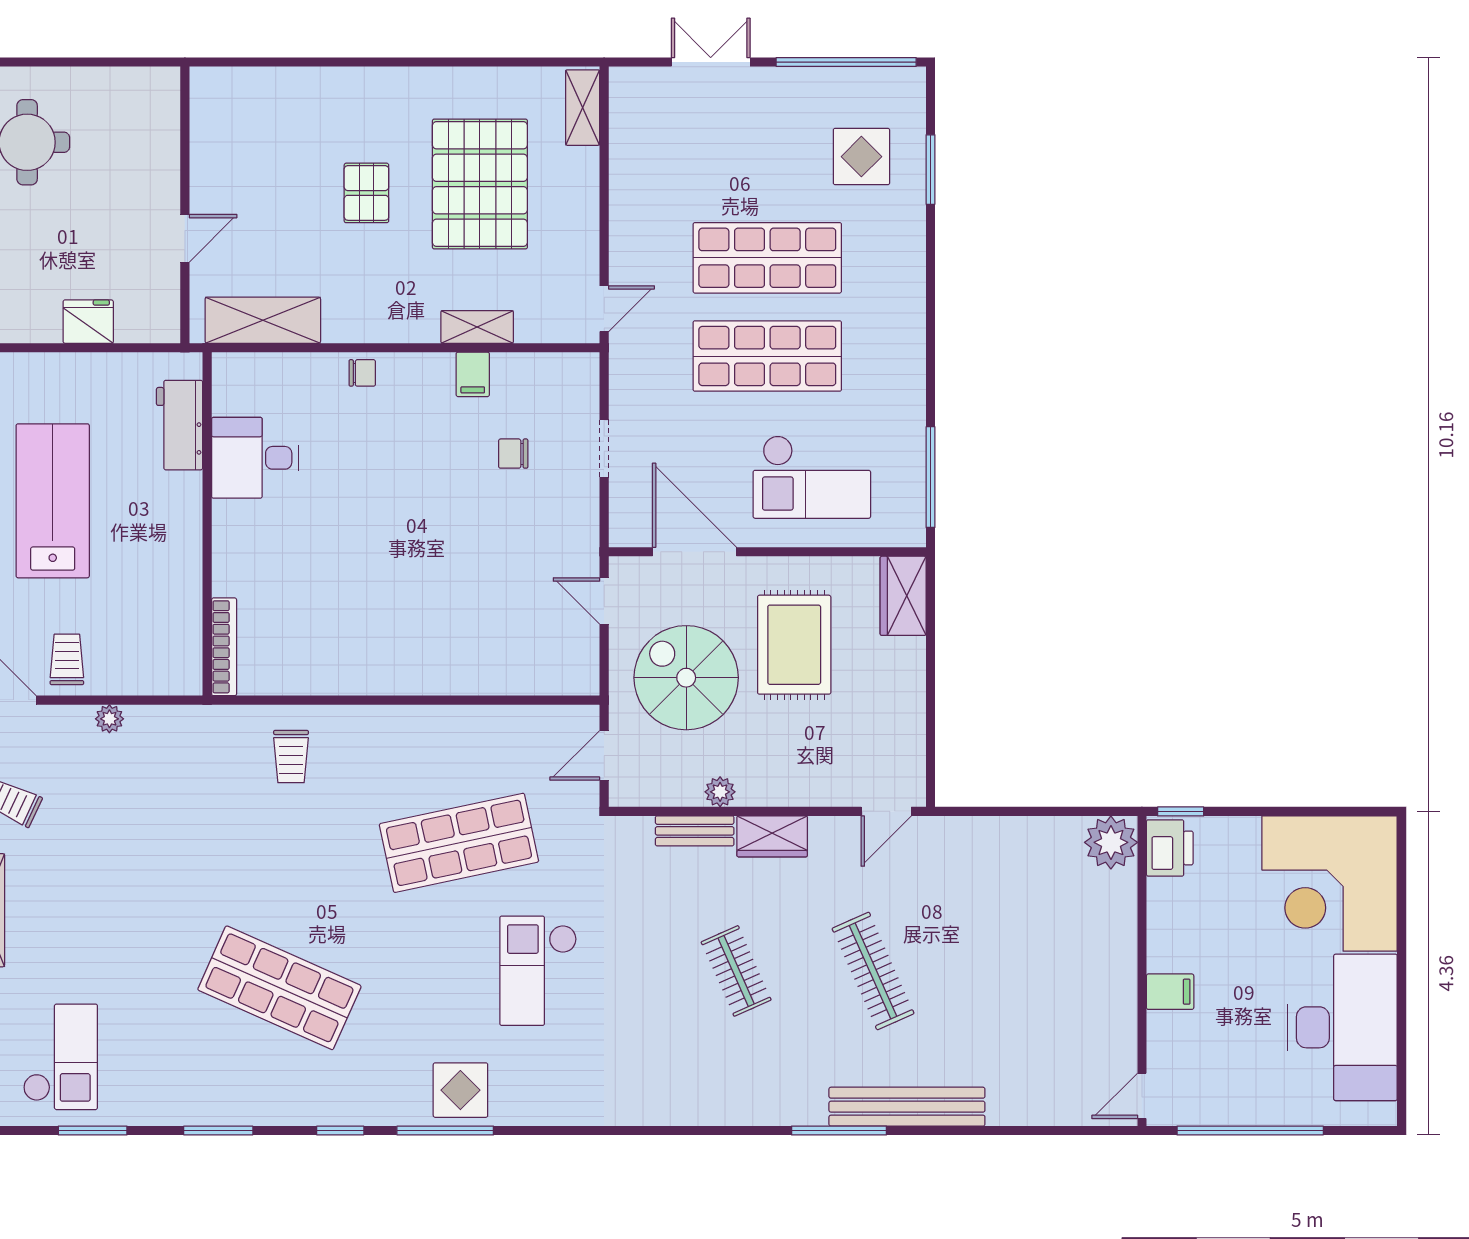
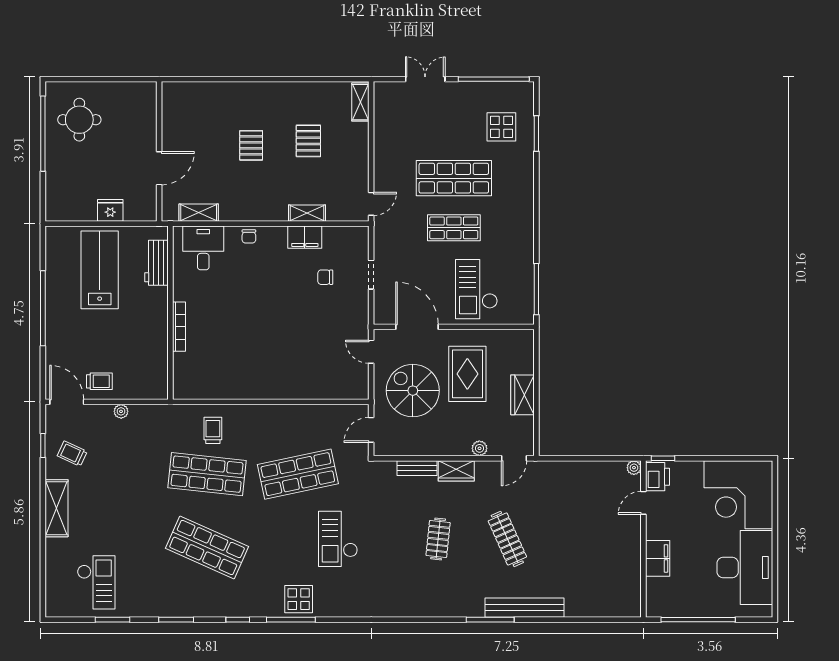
pallet: (480, 184) -> (308, 141), width x0.49, depth x0.50
door: (185, 238) -> (159, 168), width x1.37
shelving: (263, 320) -> (199, 213), width x0.67, depth x0.75
shop shelf: (767, 356) -> (454, 228), width x0.70, depth x0.74
chair: (362, 373) -> (249, 236), turned 90
filing cabinet: (473, 374) -> (305, 237), width x2.00
desk: (255, 458) -> (203, 248), moved, turned 90
checkout: (812, 477) -> (476, 289), turned 90
lab bench: (53, 501) -> (100, 270), moved
wardrobe: (903, 596) -> (523, 395), moved
bookcase: (224, 647) -> (179, 327), moved
trolley: (67, 659) -> (99, 381), turned 90
trolley: (291, 757) -> (213, 430), turned 180
plant: (720, 792) -> (479, 448), moved
plant: (1111, 842) -> (634, 468), width x0.53, depth x0.53
shop shelf: (279, 843) -> (207, 474), added
clothes rail: (736, 971) -> (438, 539), turned 30
filing cabinet: (1170, 992) -> (658, 558), width x2.00
door: (1142, 1096) -> (643, 503), moved

